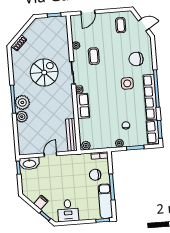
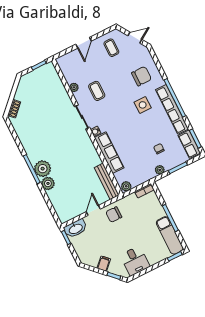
door: (88, 12) -> (84, 43), moved
chair: (136, 59) -> (141, 76), turned 180
spiral stairs: (44, 72) -> (52, 129), removed
row of seats: (83, 106) -> (109, 153), width x1.48
chair: (95, 175) -> (114, 215), moved

